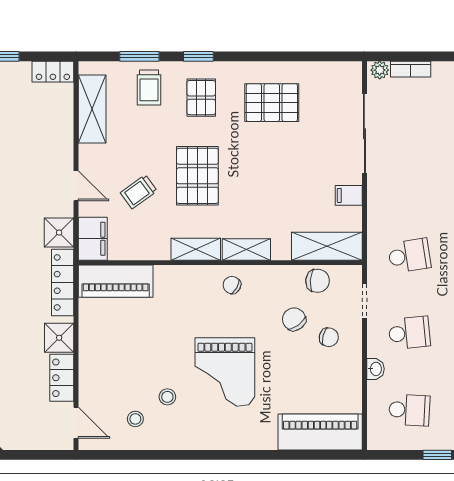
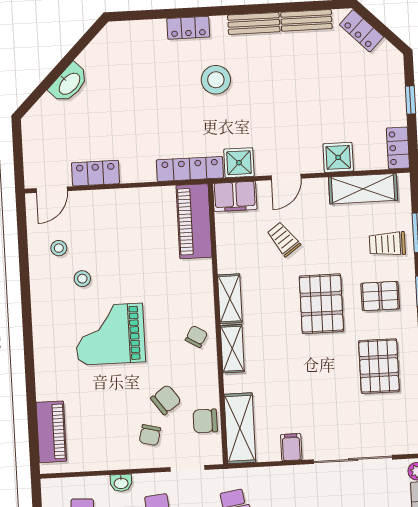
pallet: (197, 176) -> (321, 304), moved, turned 90
chair: (318, 281) -> (205, 421), turned 85
shower: (59, 338) -> (338, 157), moved
piano: (320, 432) -> (51, 432), width x0.73, depth x0.75

